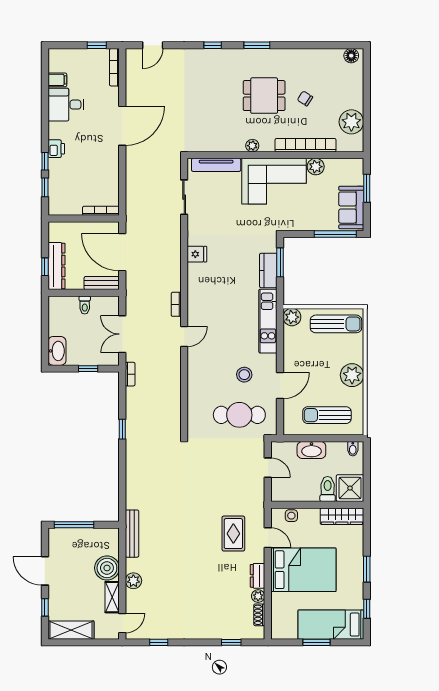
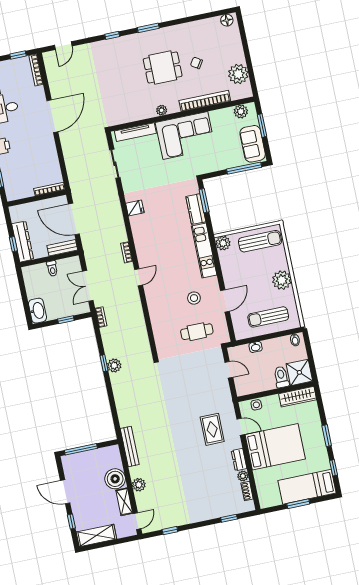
plant: (316, 167) -> (241, 112), moved
cafe table: (239, 415) -> (197, 332), width x0.73, depth x0.74
plant: (134, 434) -> (114, 365), added
washbasin: (311, 450) -> (256, 347), width x0.52, depth x0.69

